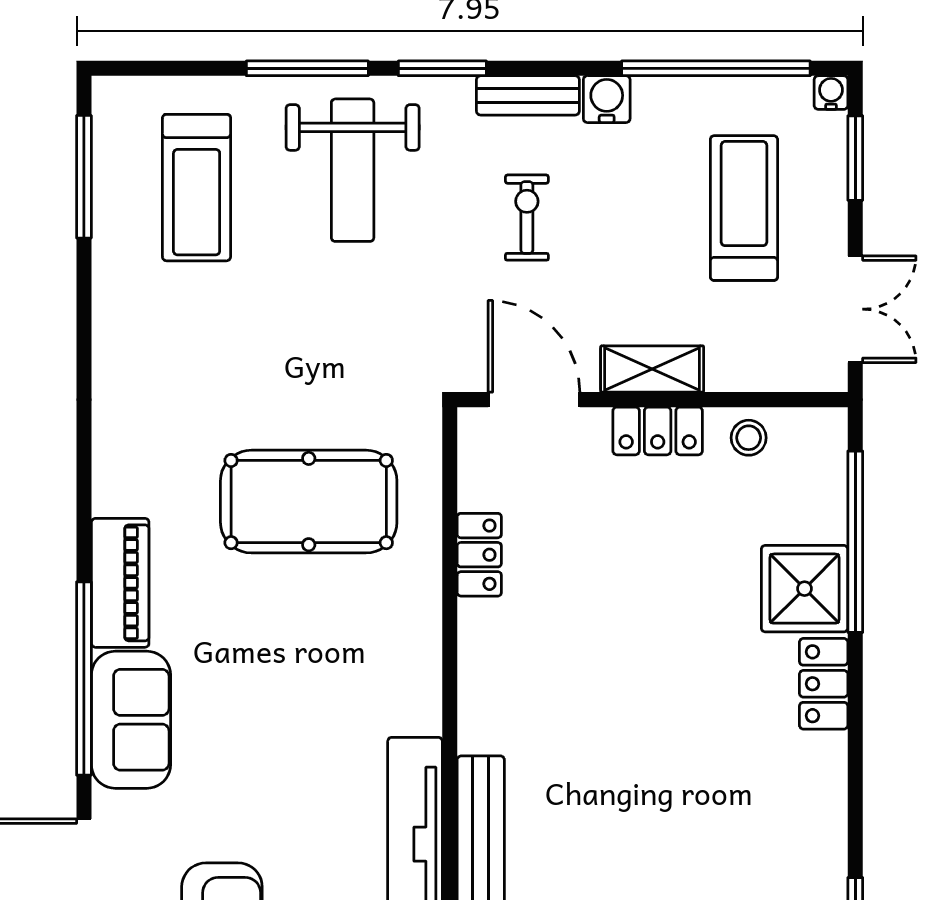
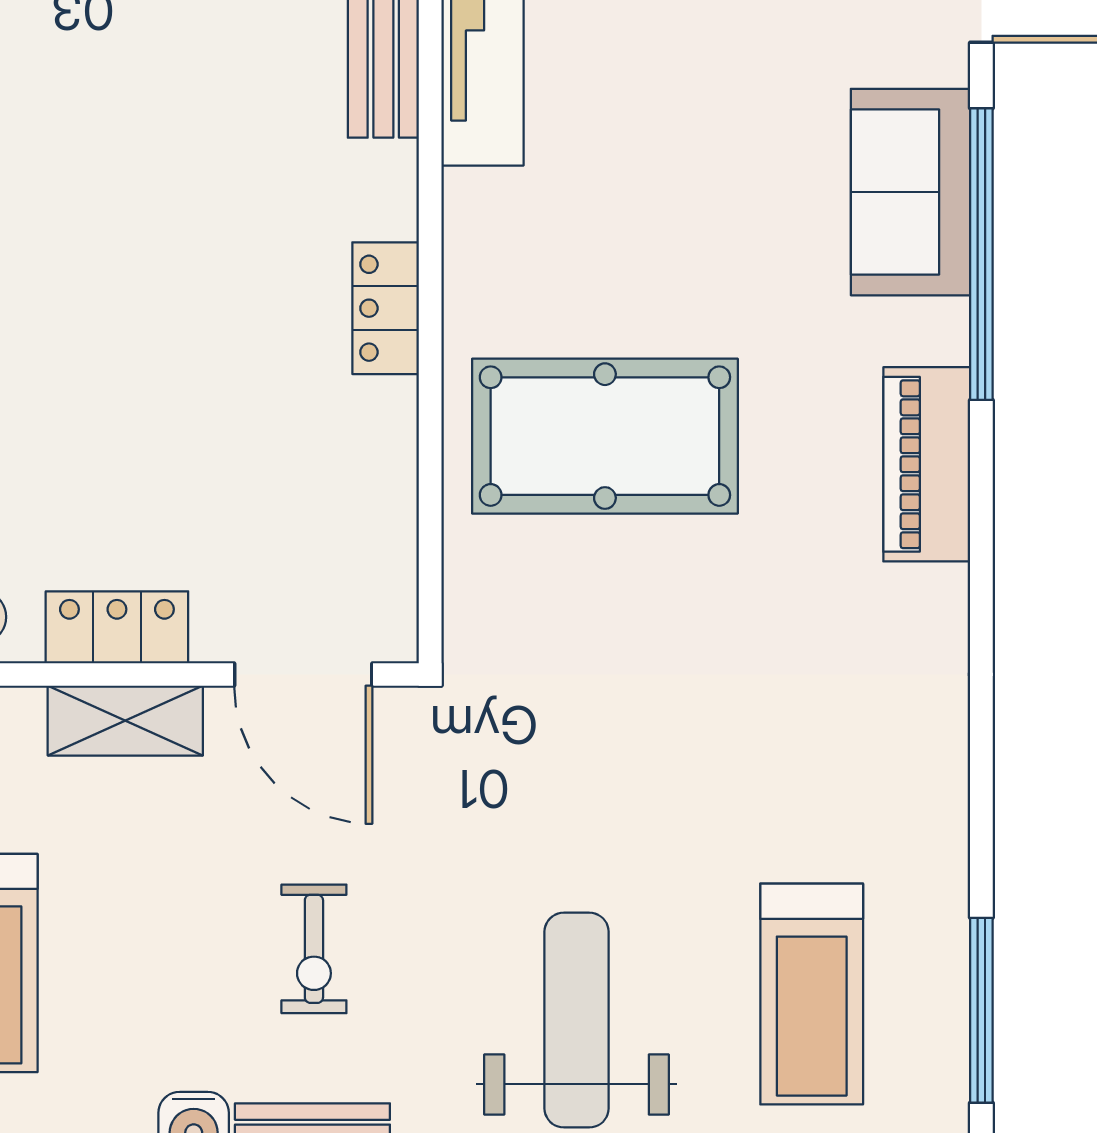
treadmill: (197, 188) -> (812, 994), turned 180
pool table: (309, 502) -> (605, 436), moved
locker: (479, 555) -> (386, 308), moved
piano: (120, 583) -> (927, 464), moved

